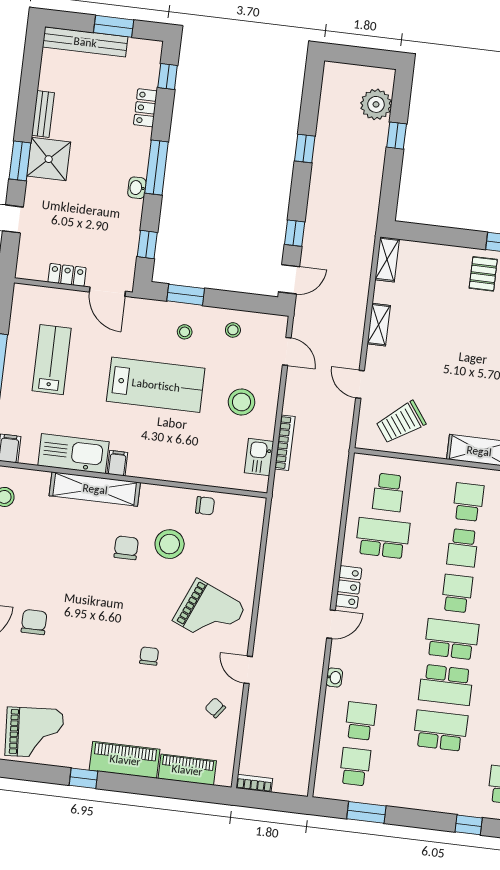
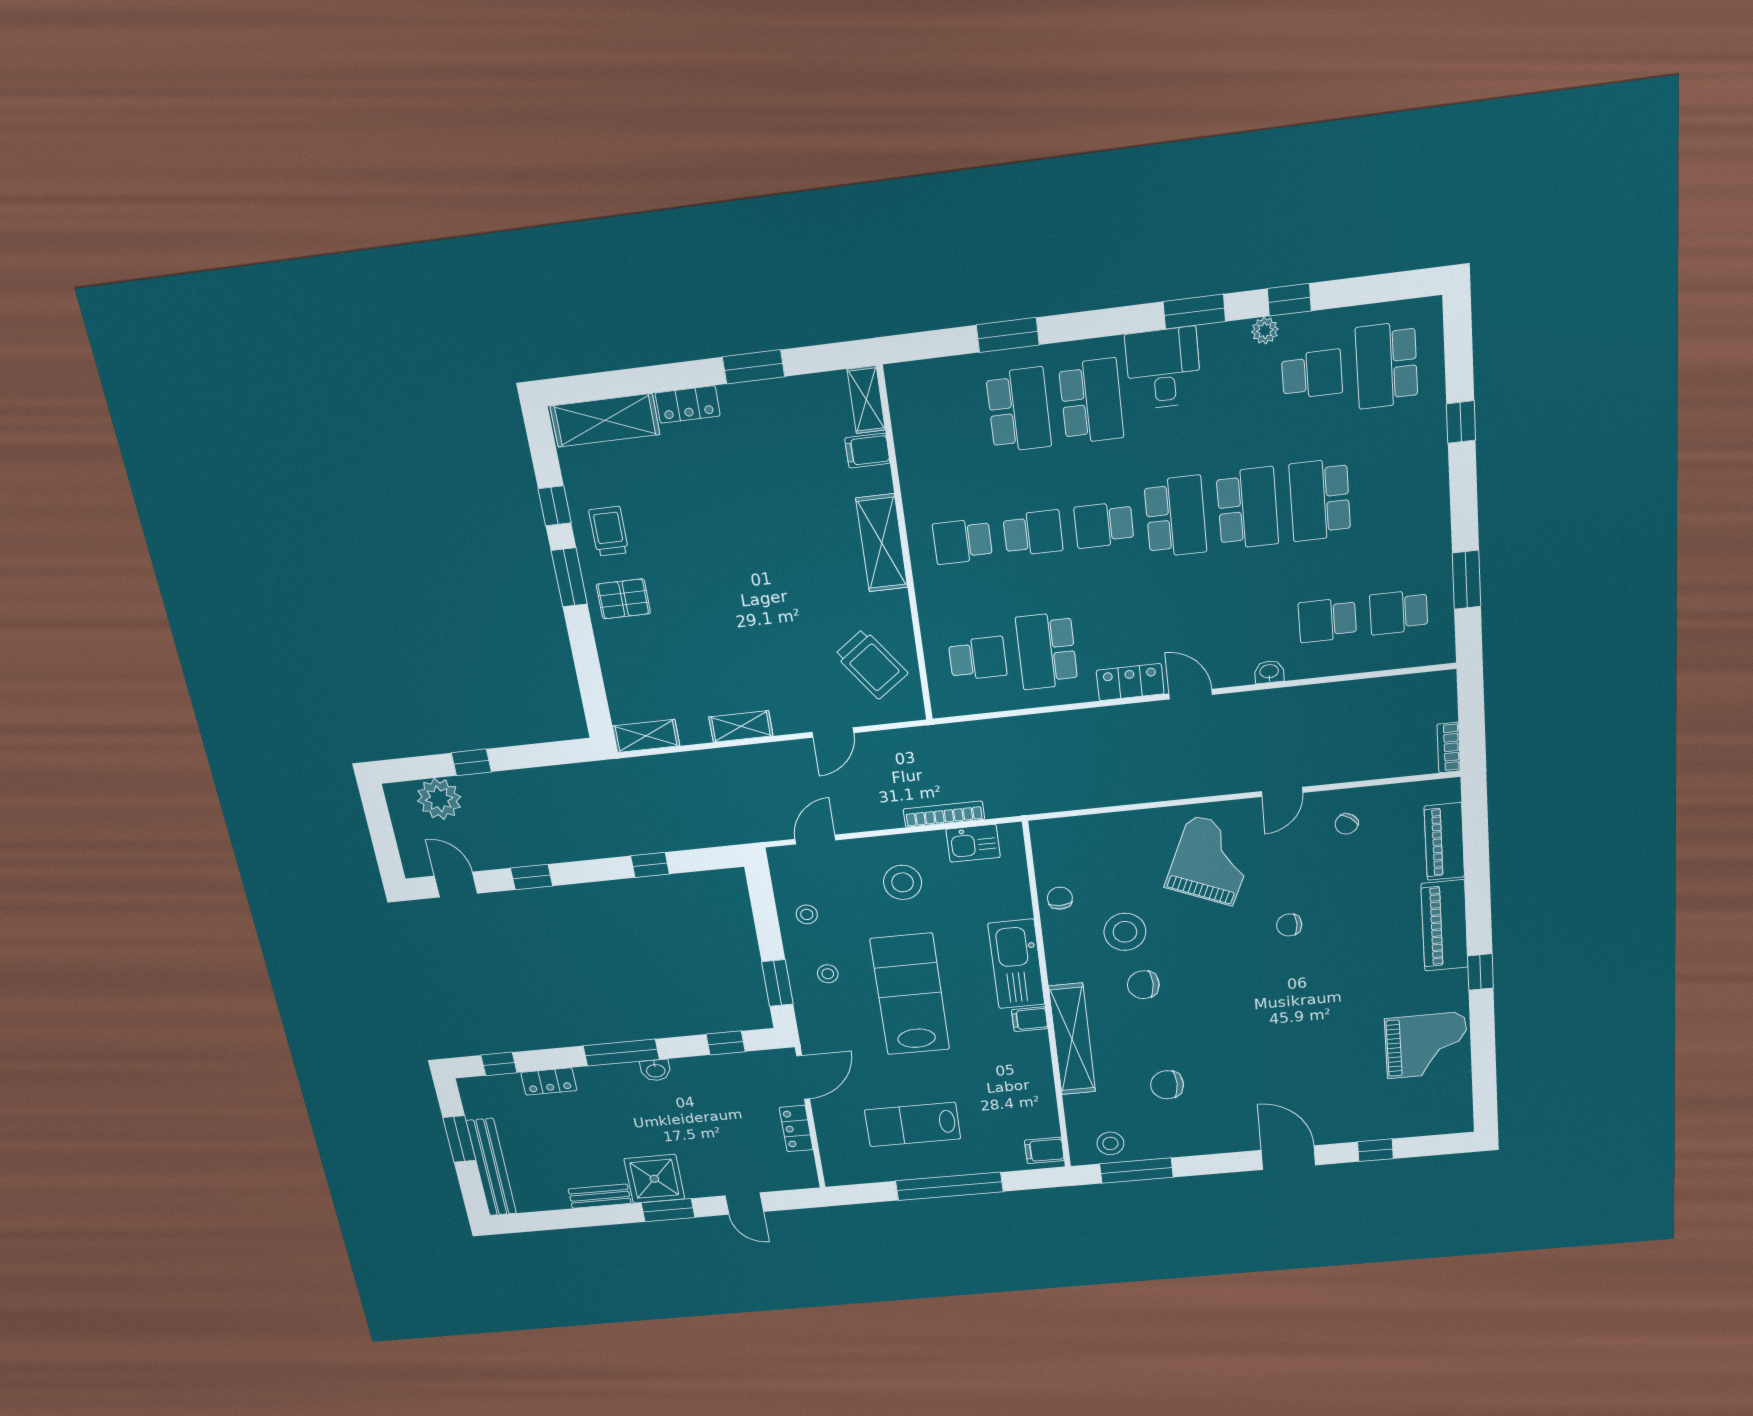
door: (289, 279) -> (456, 885), moved
kitchen sink: (73, 454) -> (1016, 964), moved
chair: (34, 622) -> (1167, 1085), moved
school desk: (452, 639) -> (1175, 517), turned 180
grand piano: (34, 732) -> (1426, 1045), turned 94

